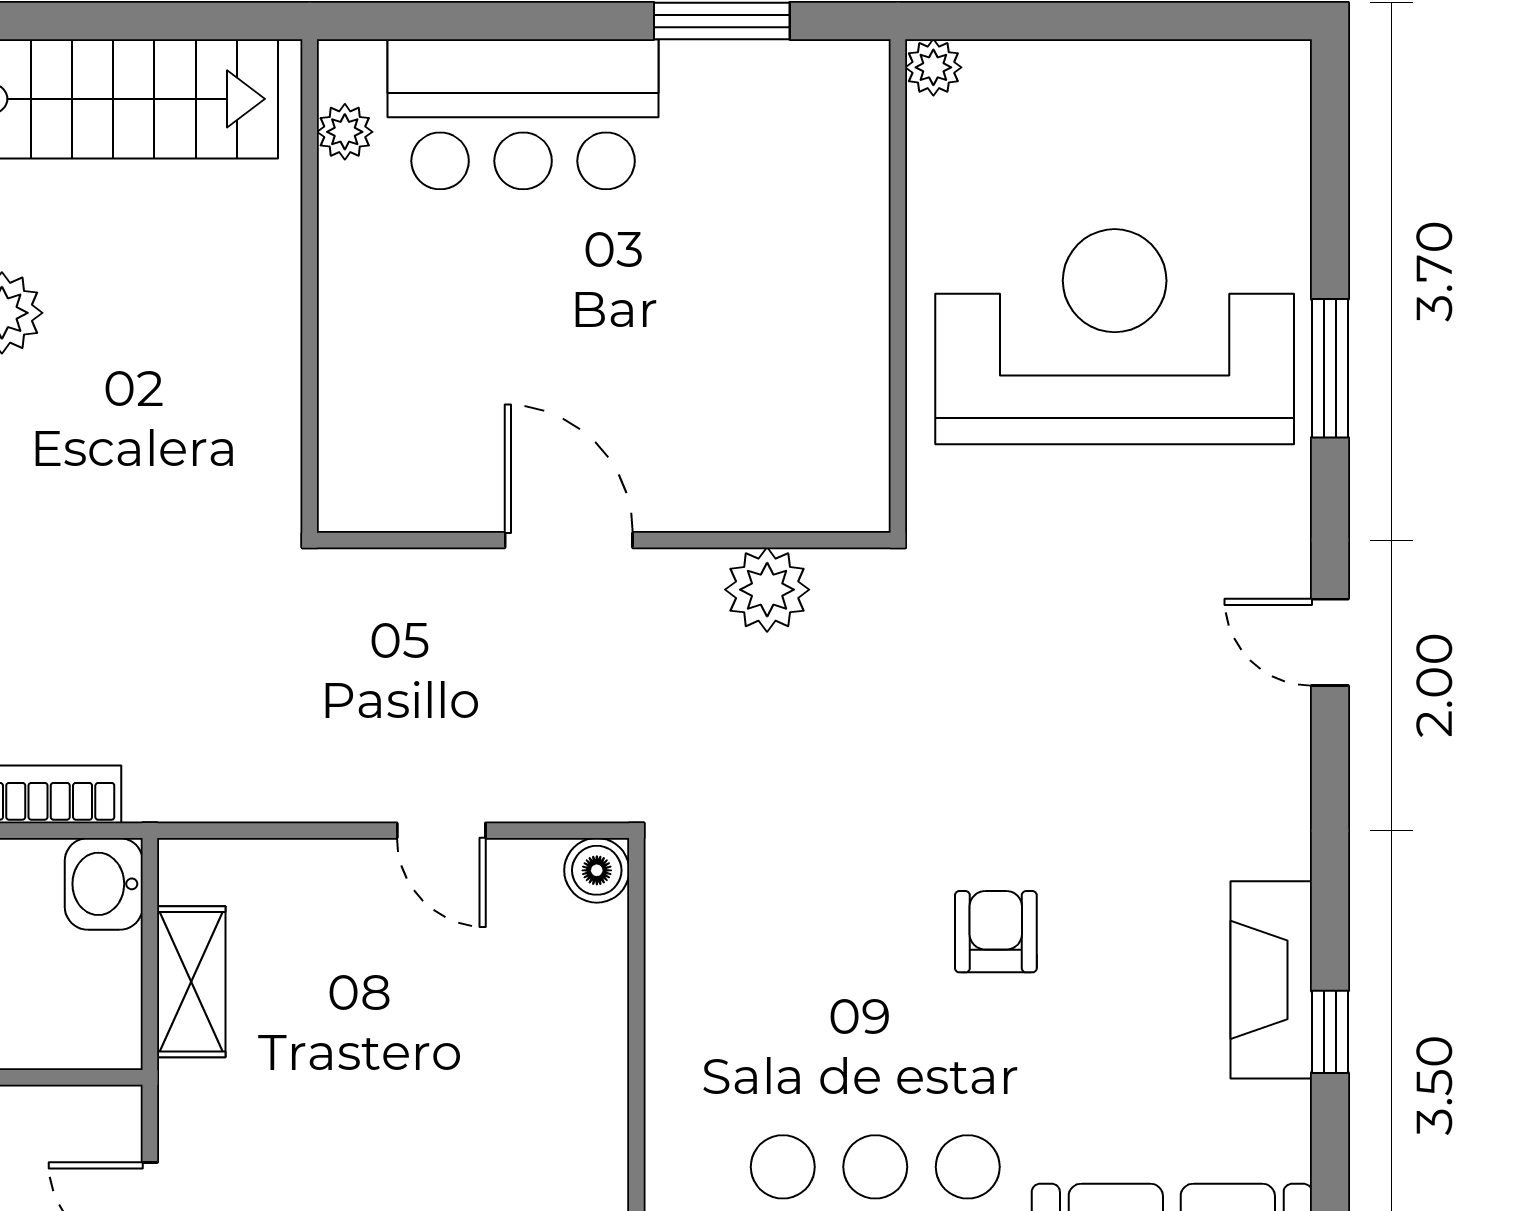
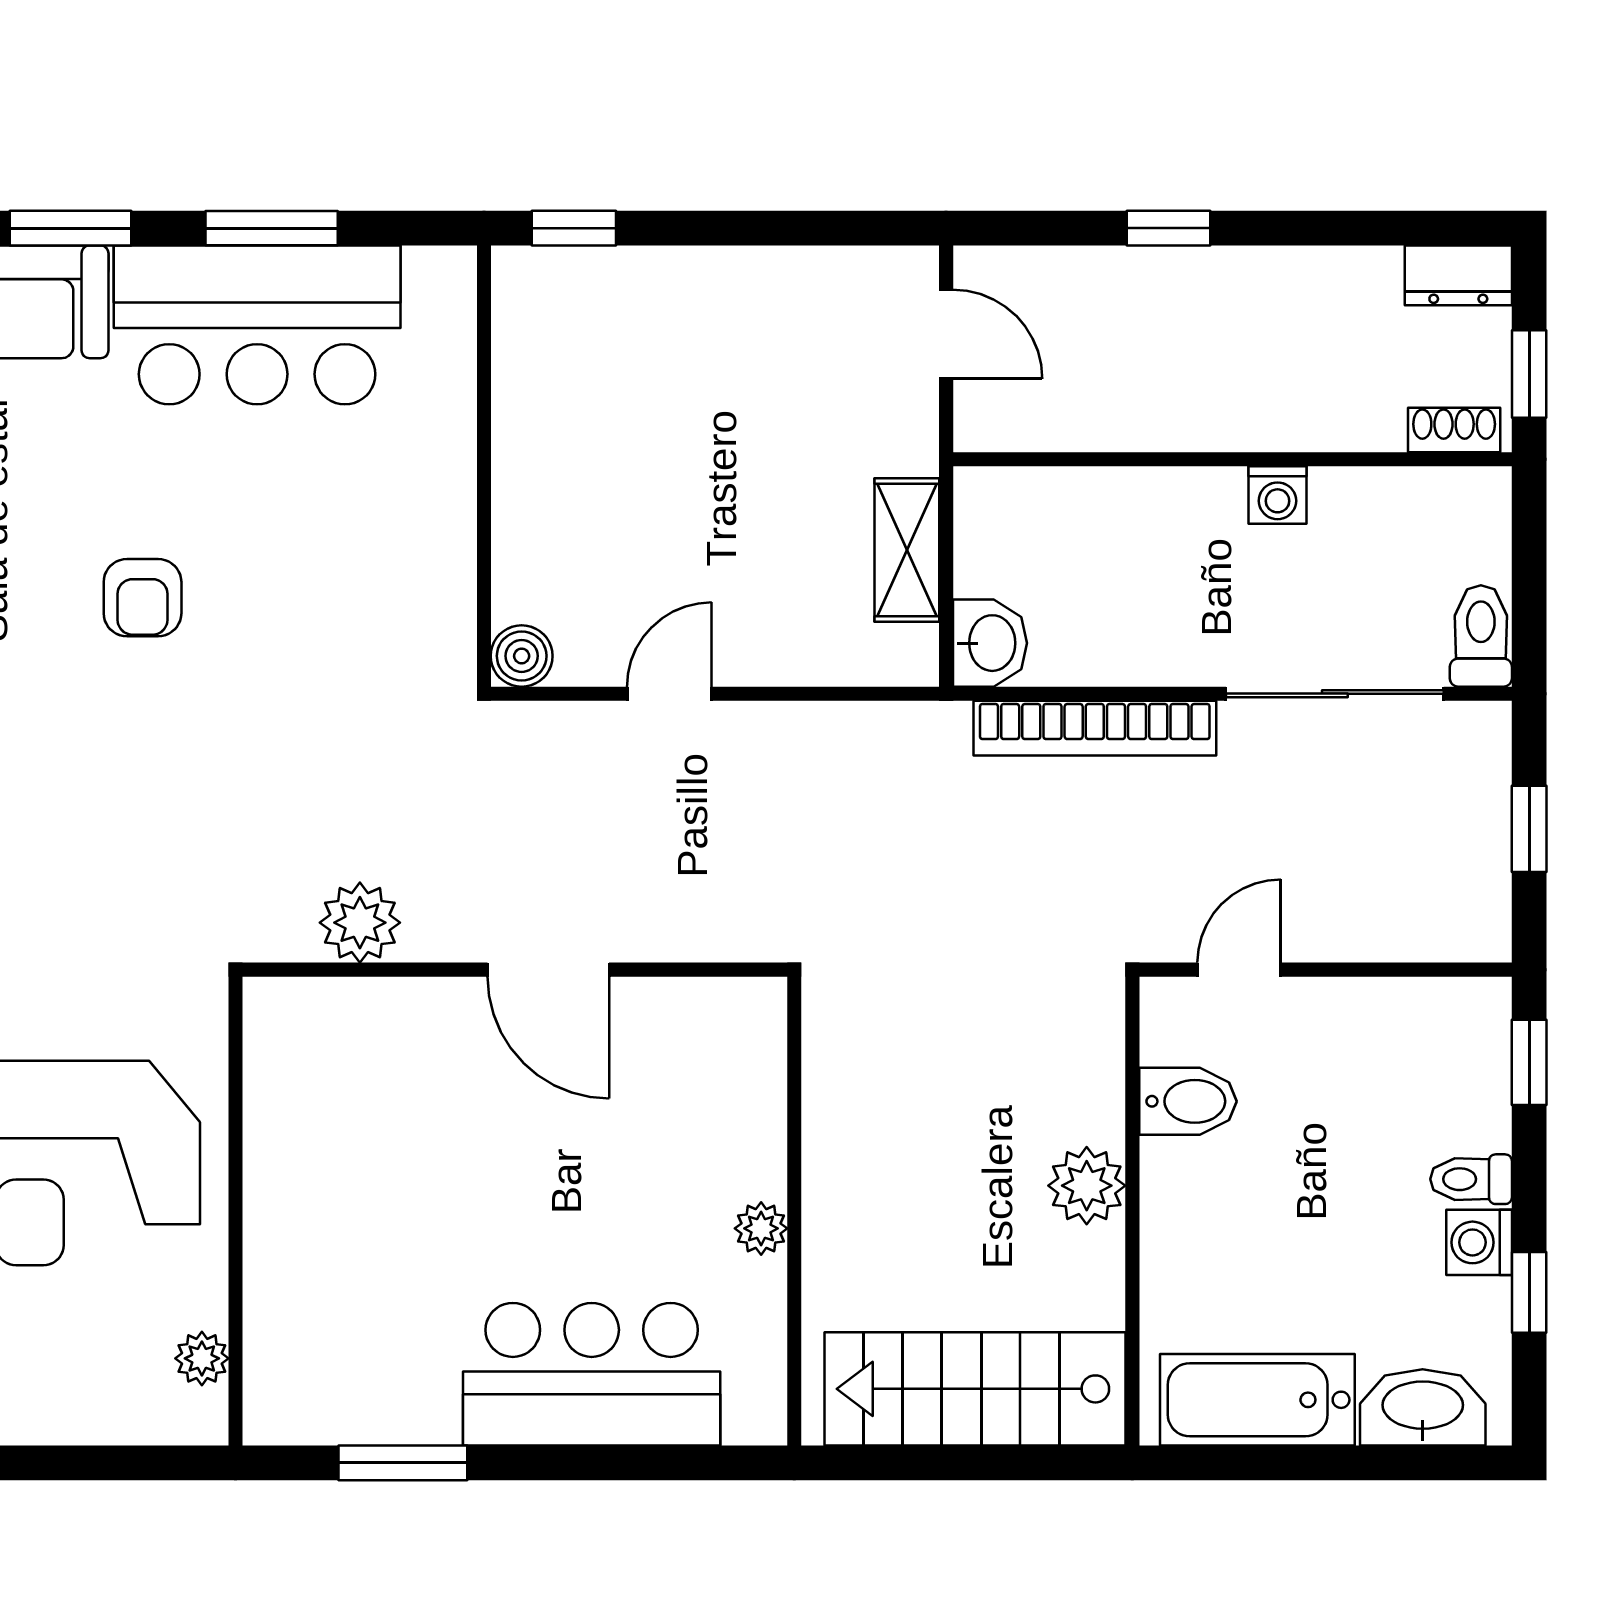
plant: (933, 67) -> (202, 1358), moved
plant: (345, 132) -> (761, 1228), moved
door: (441, 831) -> (669, 694), hinge flipped

